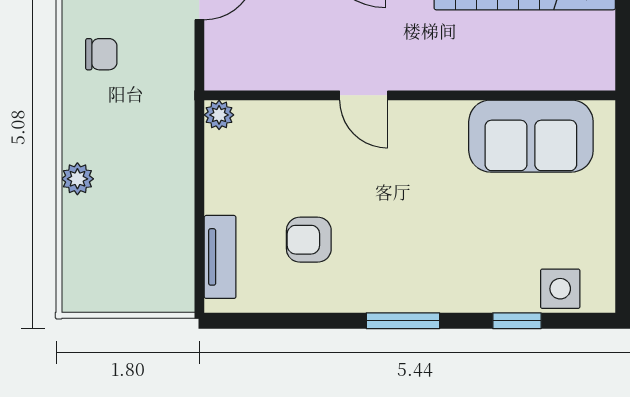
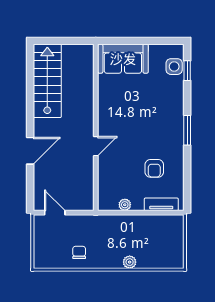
plant: (219, 115) -> (125, 205), moved
sofa: (531, 136) -> (123, 59), moved, turned 90
window: (517, 321) -> (187, 71), moved

